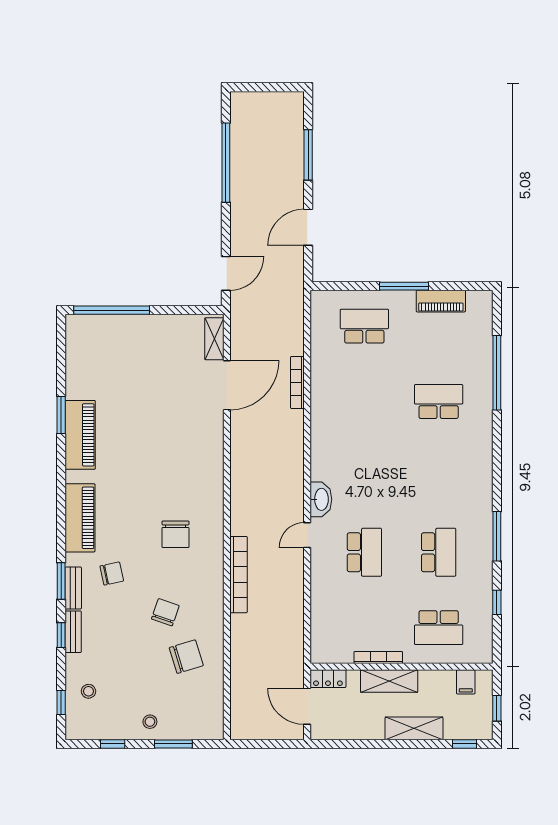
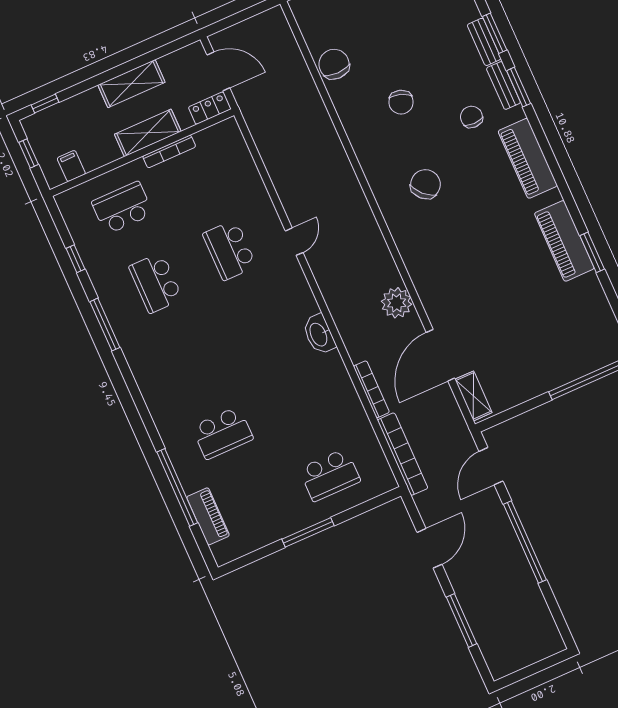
window: (226, 163) -> (525, 542), moved
piano: (441, 301) -> (208, 516), moved, turned 90
plant: (244, 446) -> (397, 303), added
washbasin: (321, 499) -> (319, 334), moved
chair: (175, 534) -> (425, 184), turned 45
chair: (112, 574) -> (471, 117), turned 102
bookcase: (238, 575) -> (403, 454), moved, turned 180
window: (61, 635) -> (495, 33), width x1.50
chair: (186, 657) -> (334, 64), moved, turned 107
shelving: (414, 728) -> (131, 84), moved

